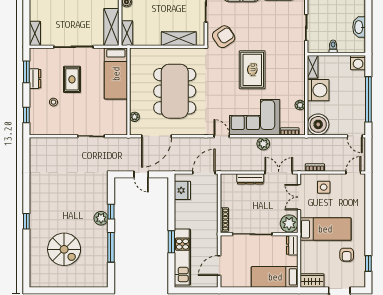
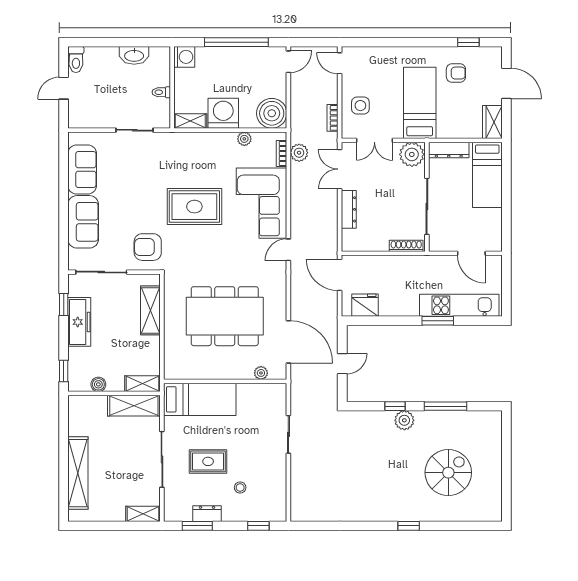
armchair: (224, 37) -> (148, 247), turned -56
plant: (263, 144) -> (299, 153), moved
dresser: (292, 245) -> (449, 150), width x1.44

